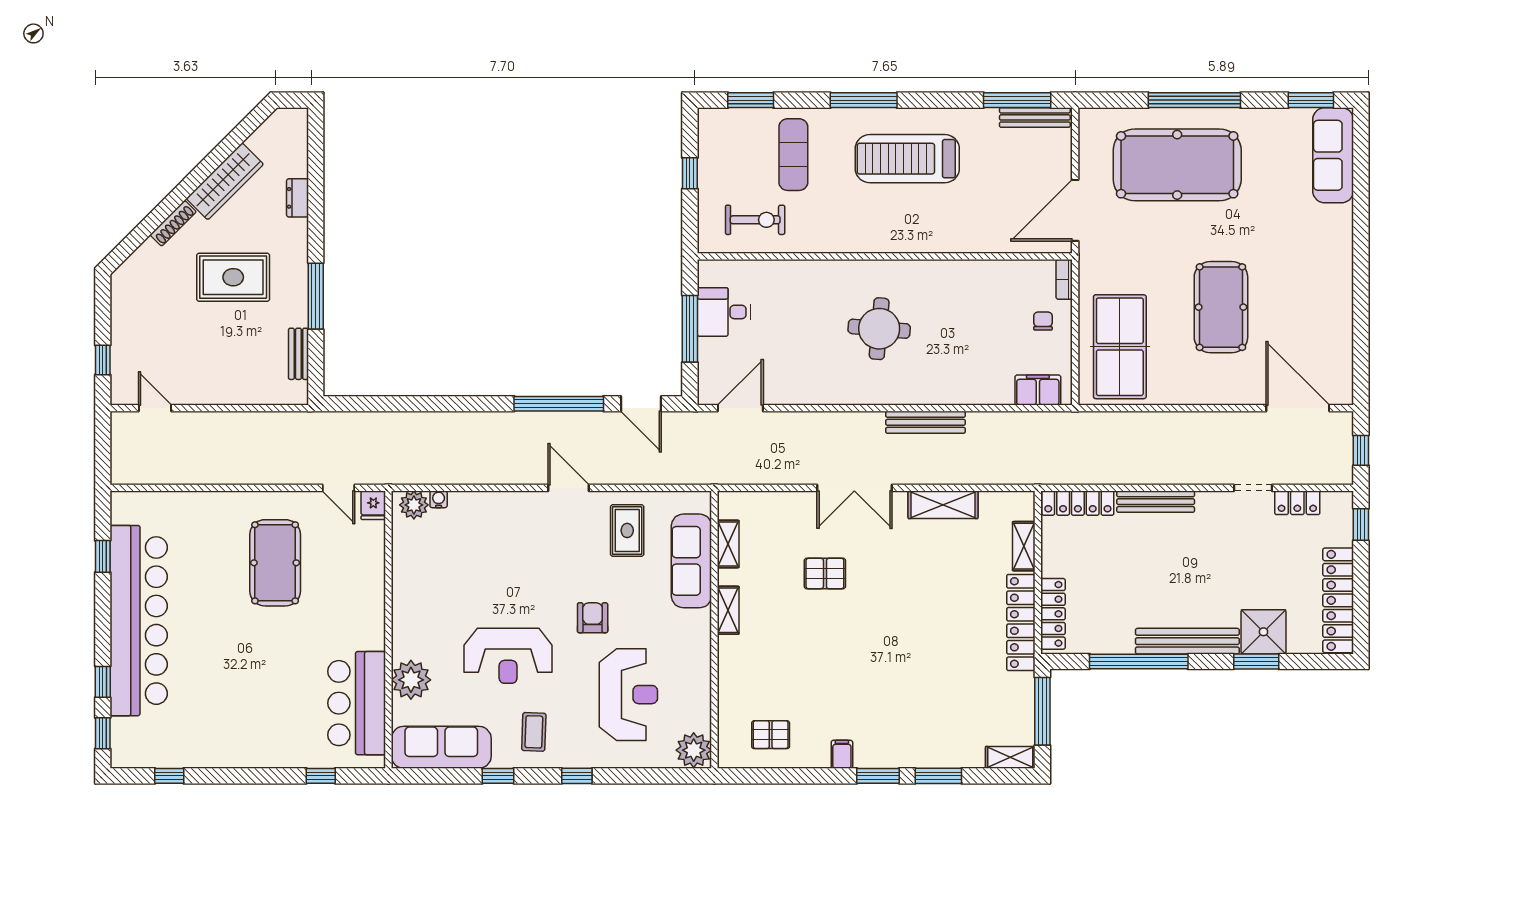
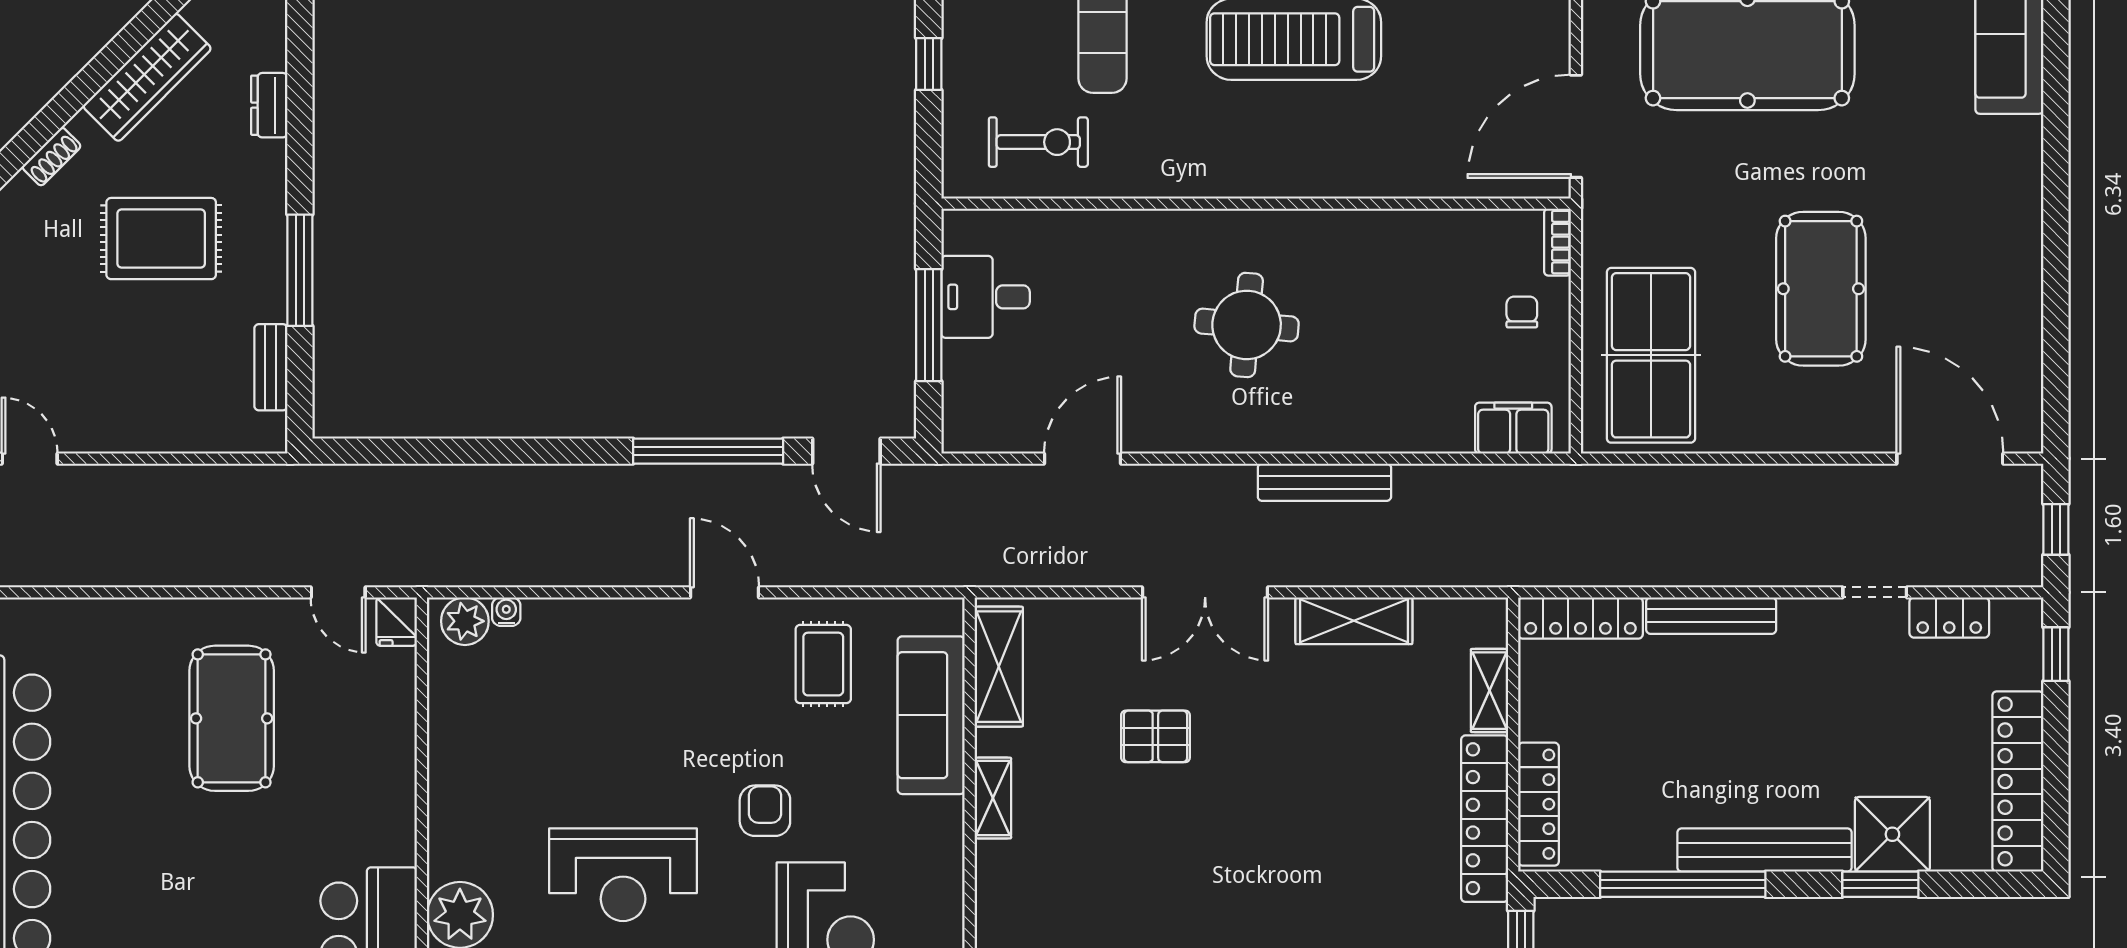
shoe rack: (173, 223) -> (52, 157), width x0.70
door: (740, 408) -> (1083, 459), moved
shelving: (728, 544) -> (999, 667), width x1.50, depth x1.33

